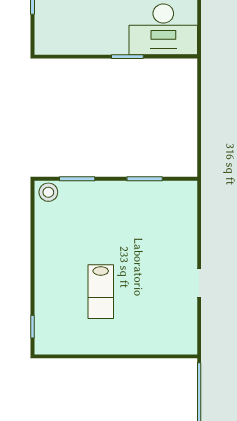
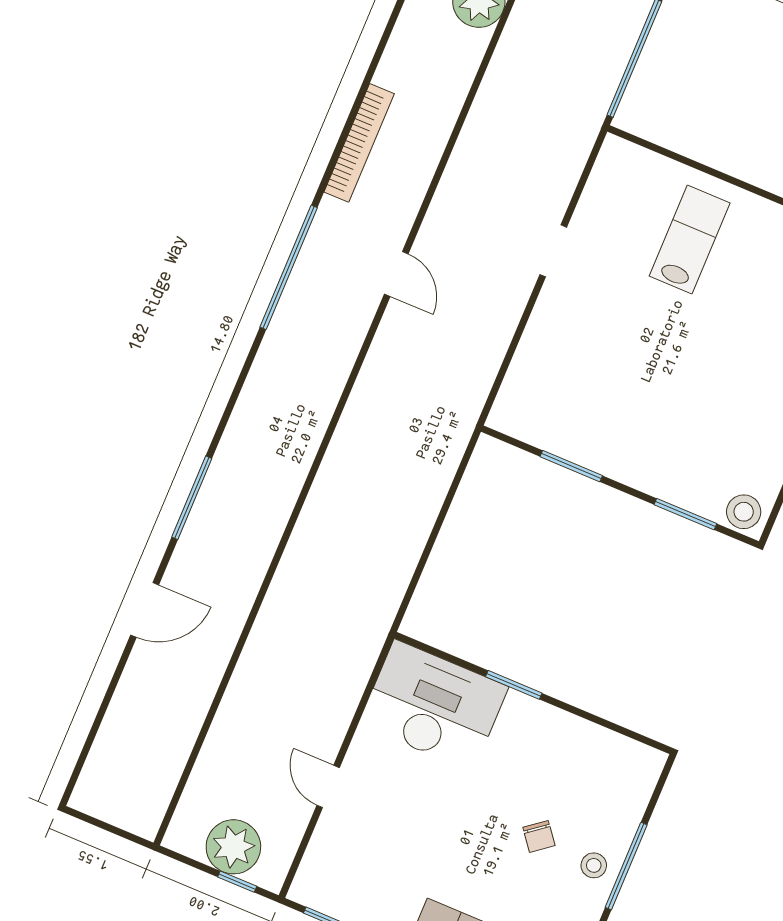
lab bench: (101, 292) -> (690, 240), moved

